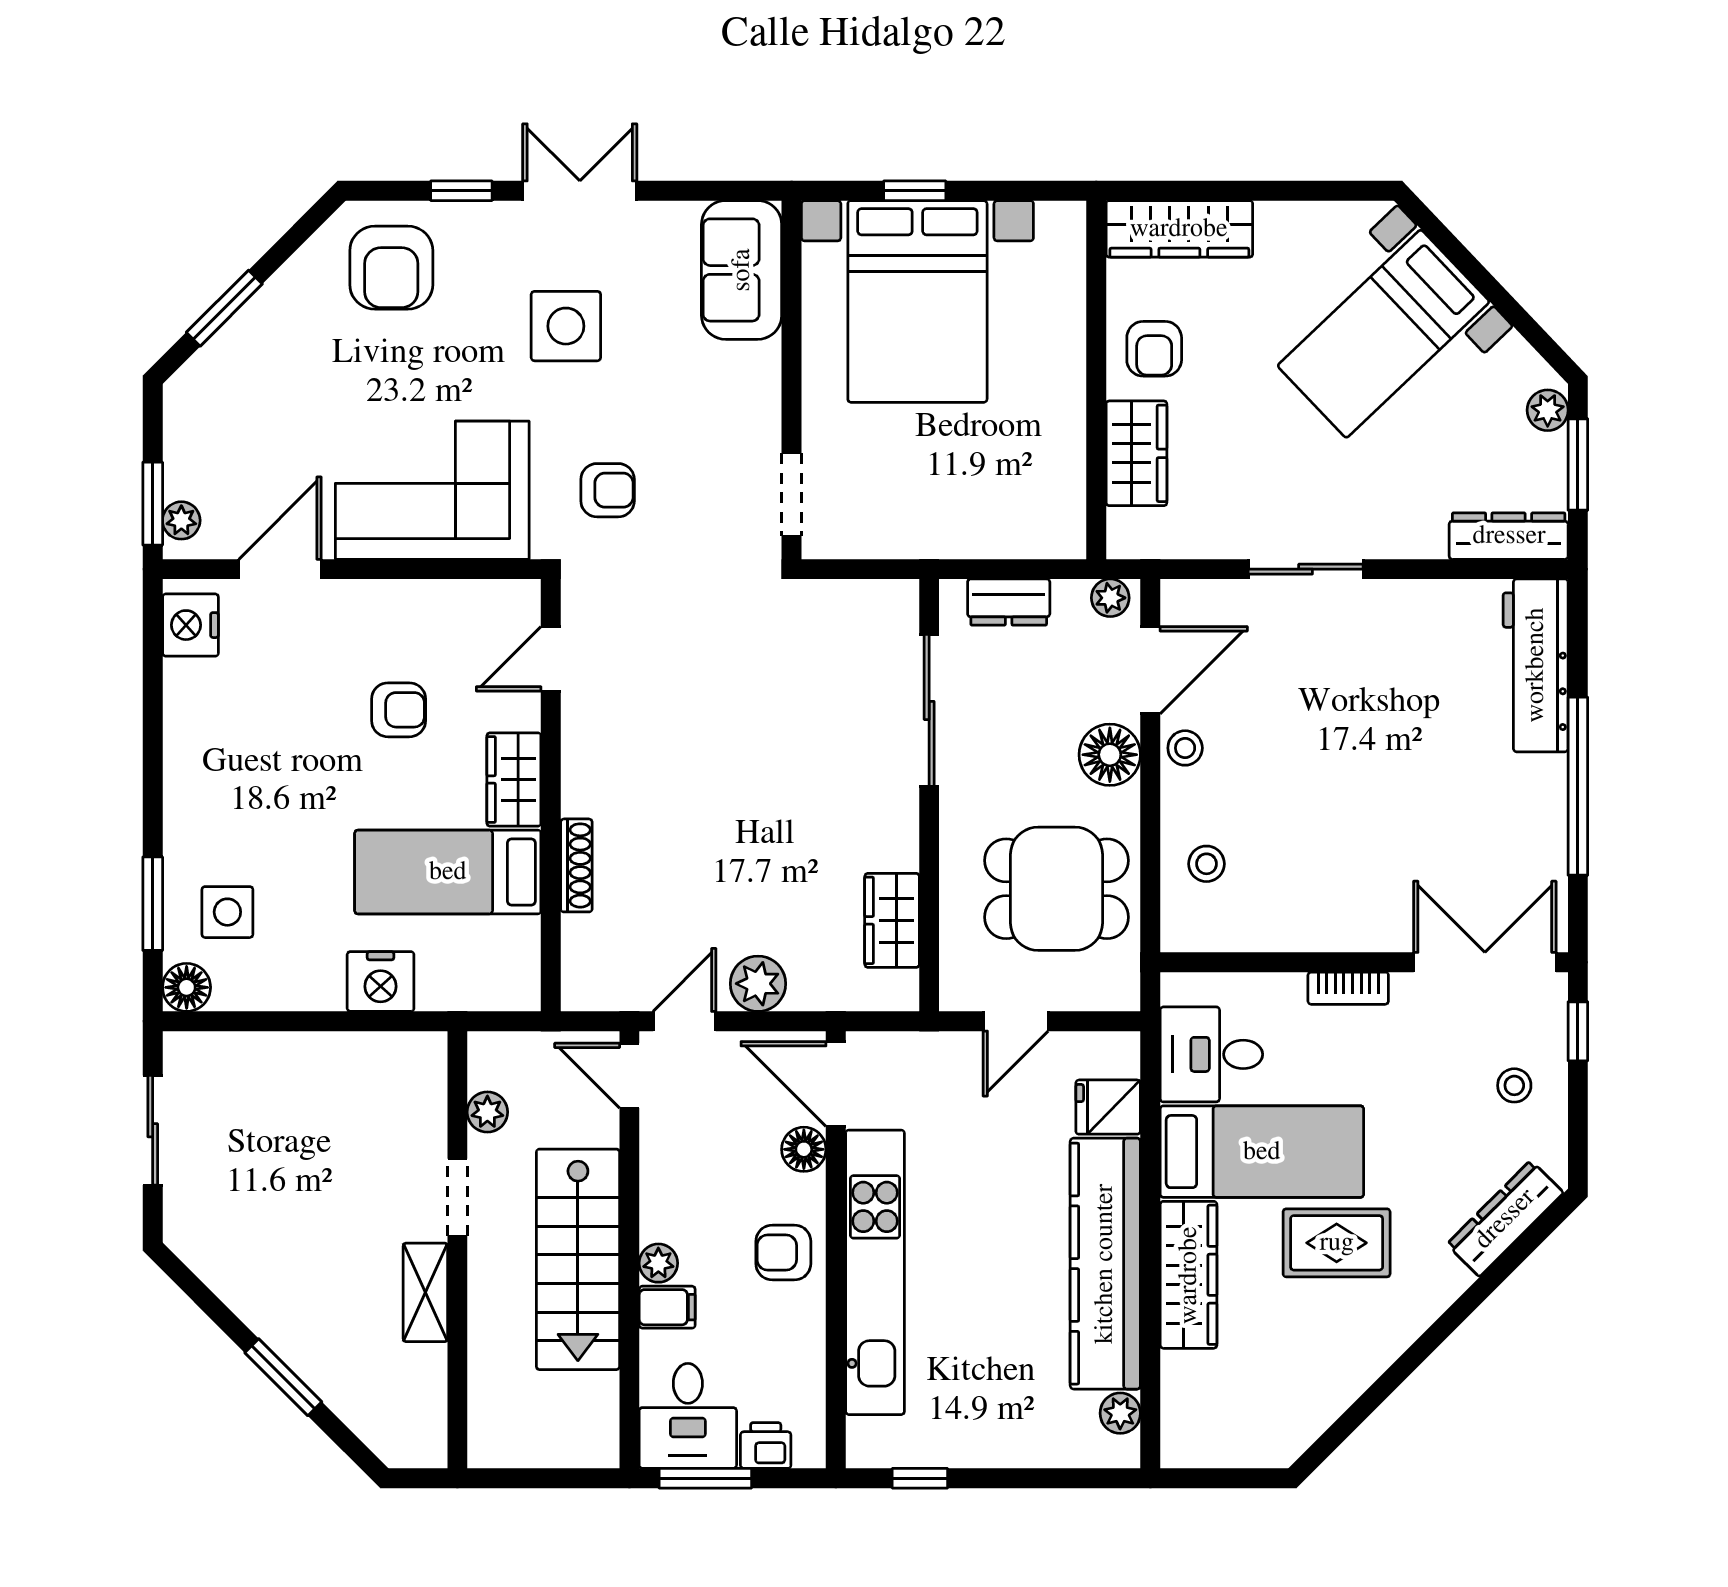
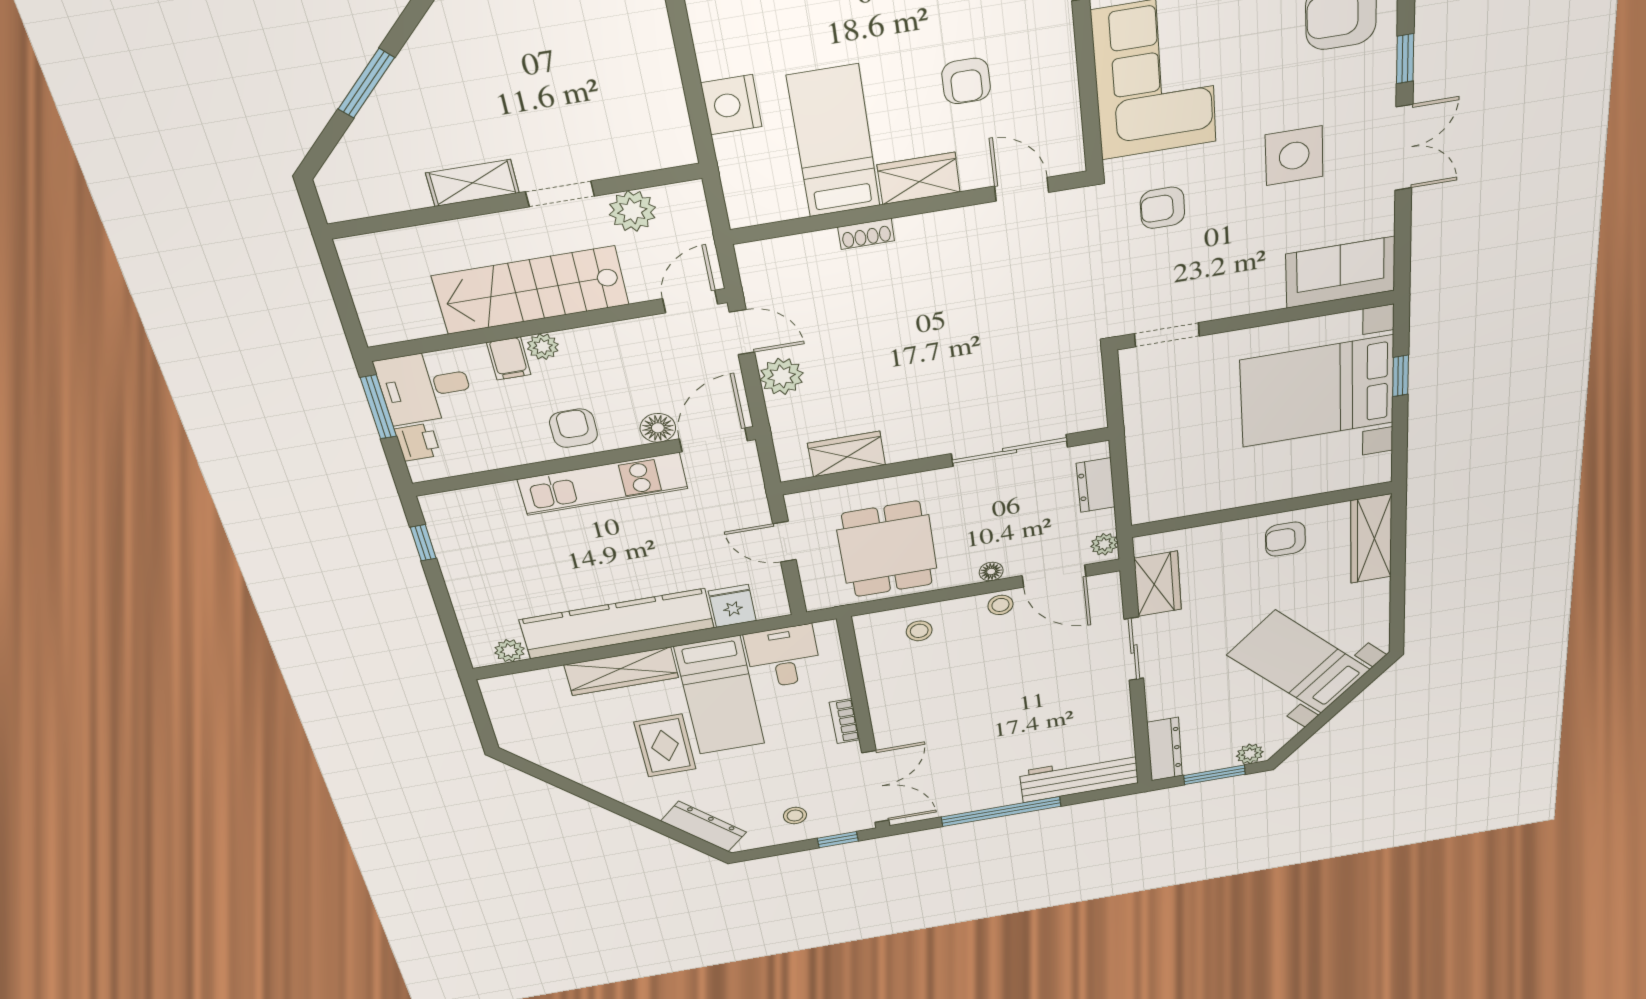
wardrobe: (1136, 453) -> (1158, 584), moved, turned -90
armchair: (608, 490) -> (1162, 208), turned 90
floor lamp: (1110, 755) -> (991, 572), width x0.53, depth x0.53
shoe rack: (576, 865) -> (866, 234), width x0.70
plant: (487, 1112) -> (632, 211), width x1.38, depth x1.38
kitchen unit: (875, 1272) -> (603, 484), width x0.73

